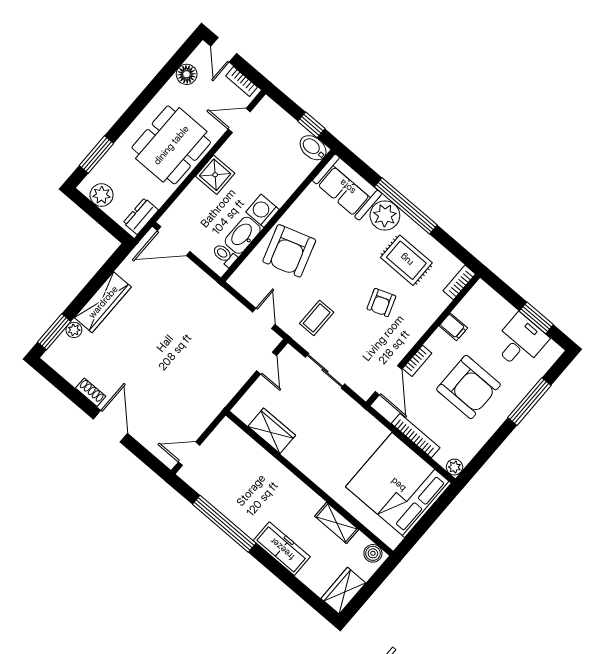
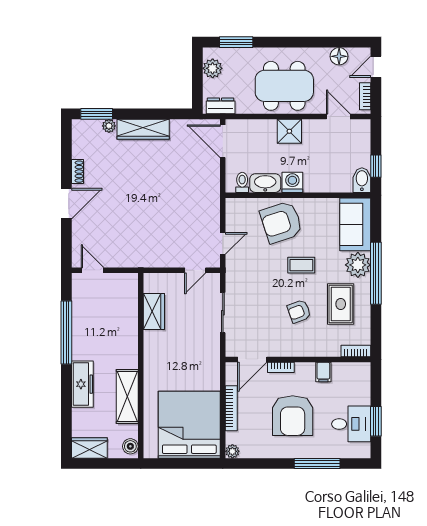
coffee table: (317, 318) -> (301, 265), moved
shelving: (337, 523) -> (127, 397), width x1.50, depth x1.33

